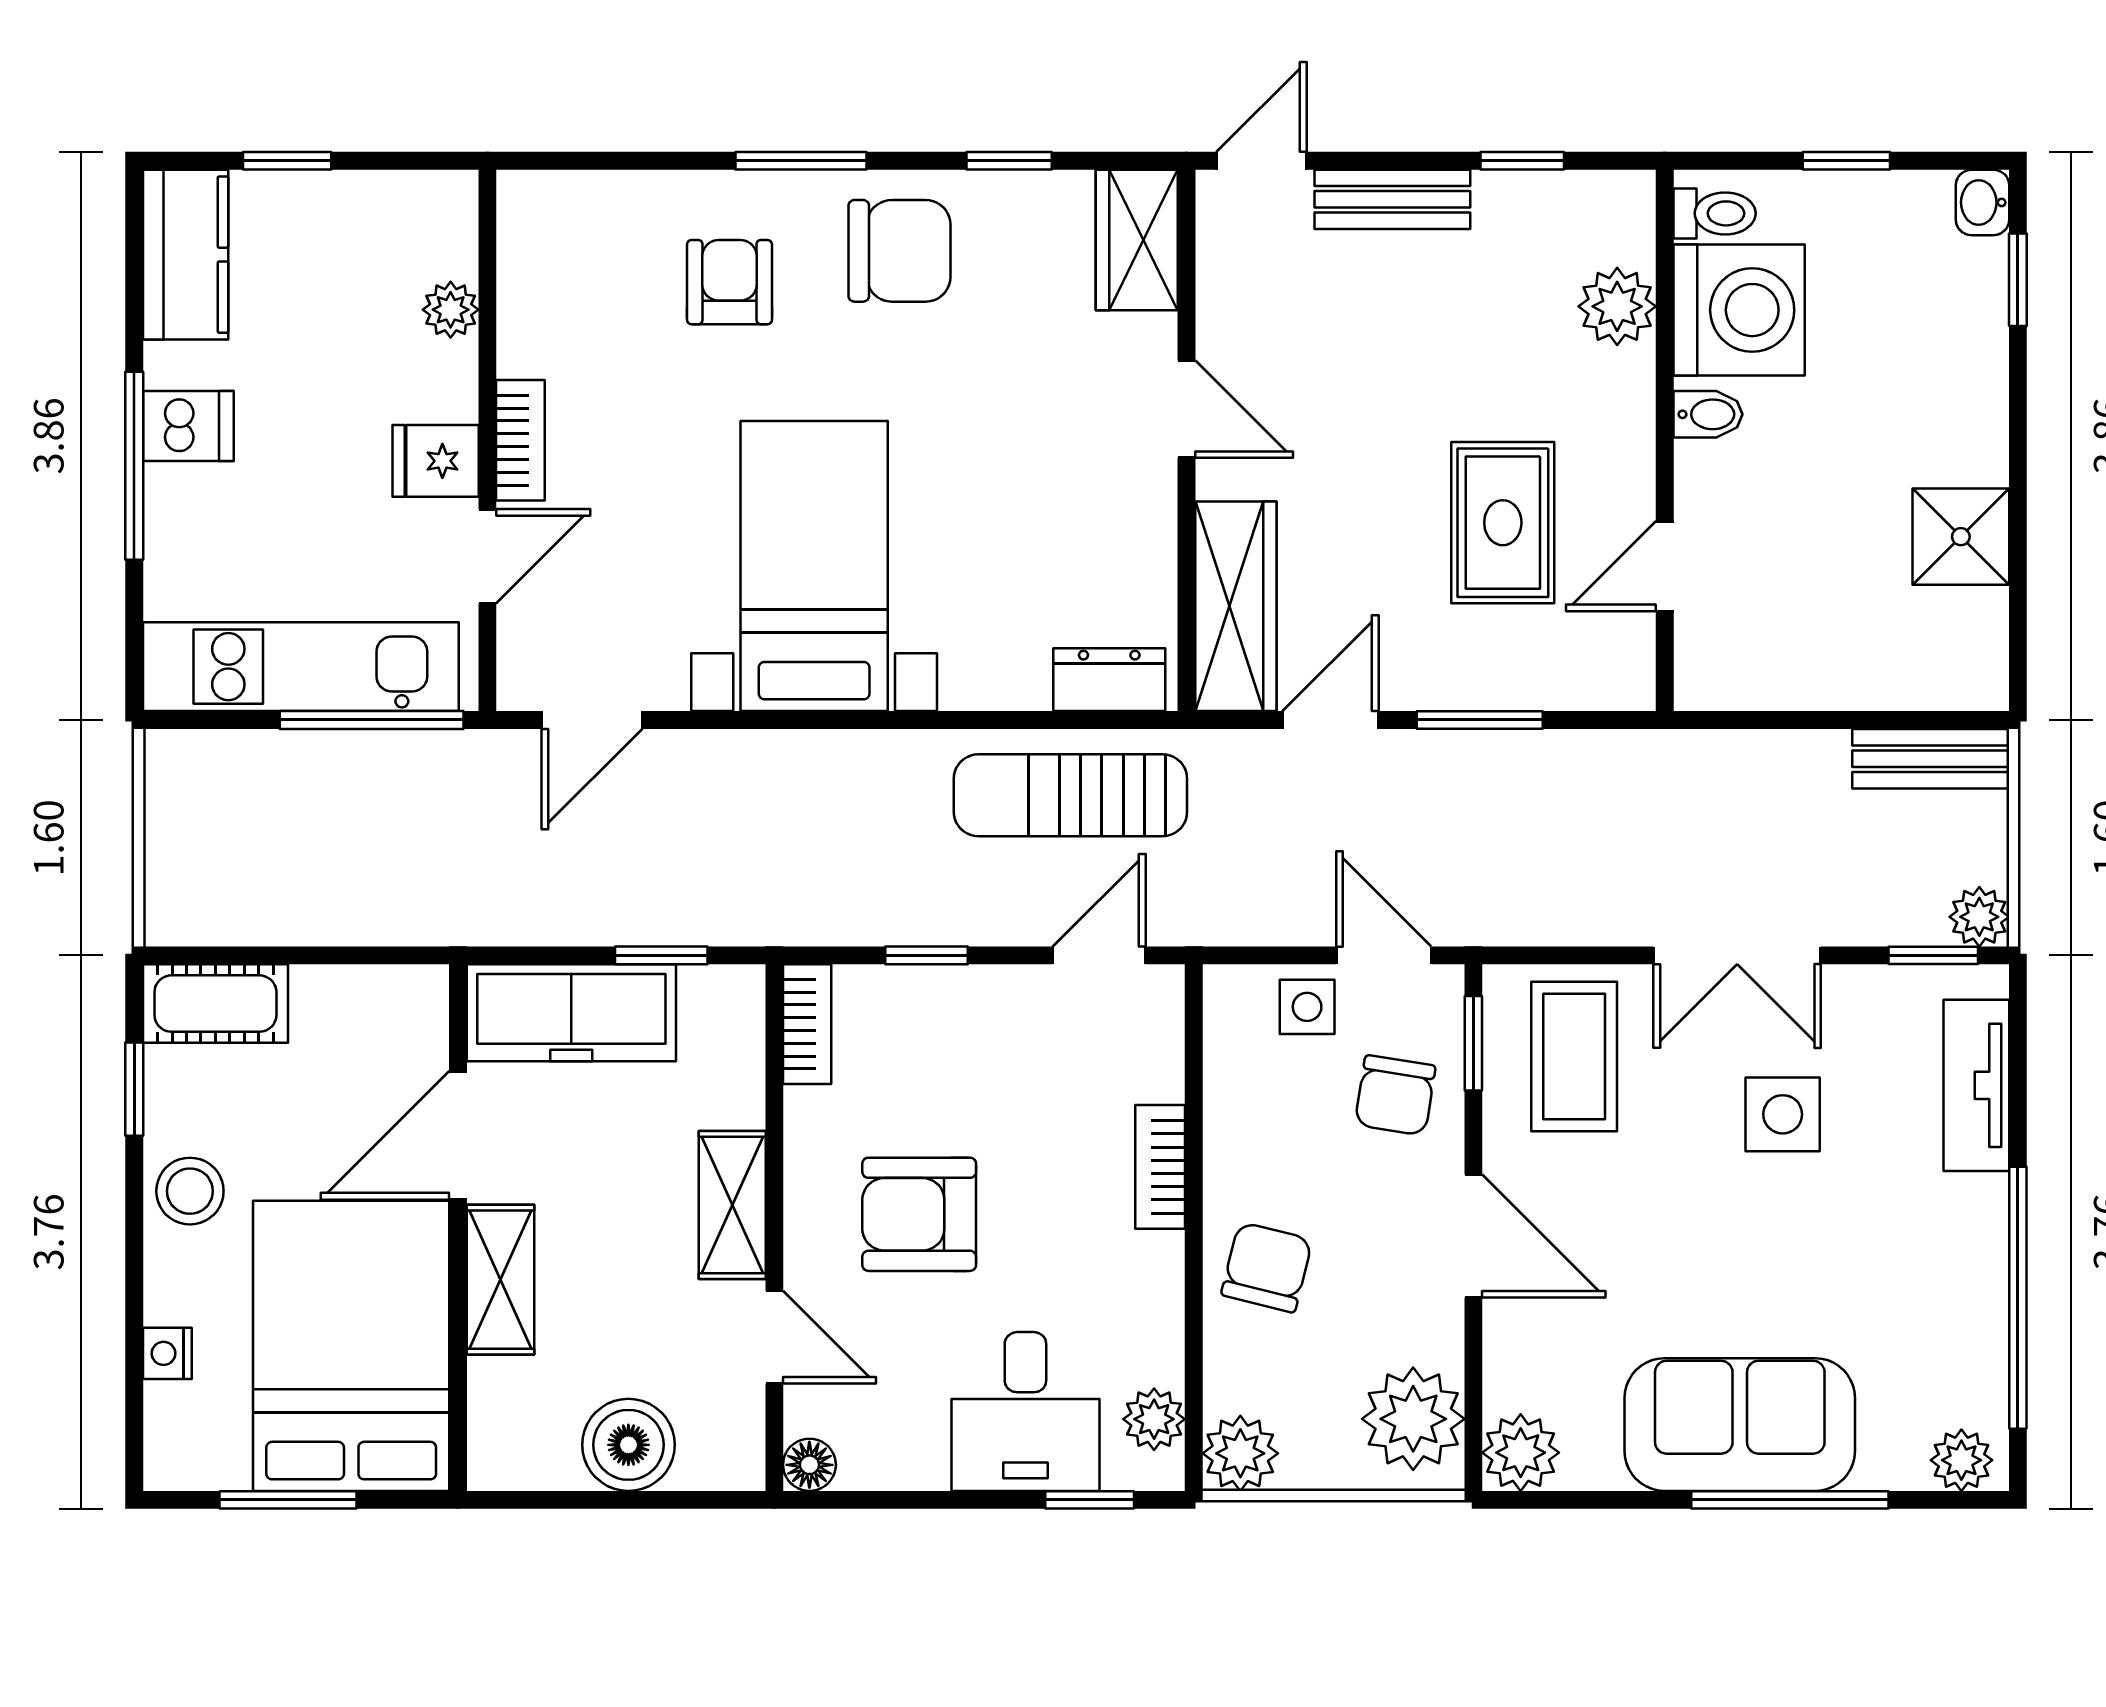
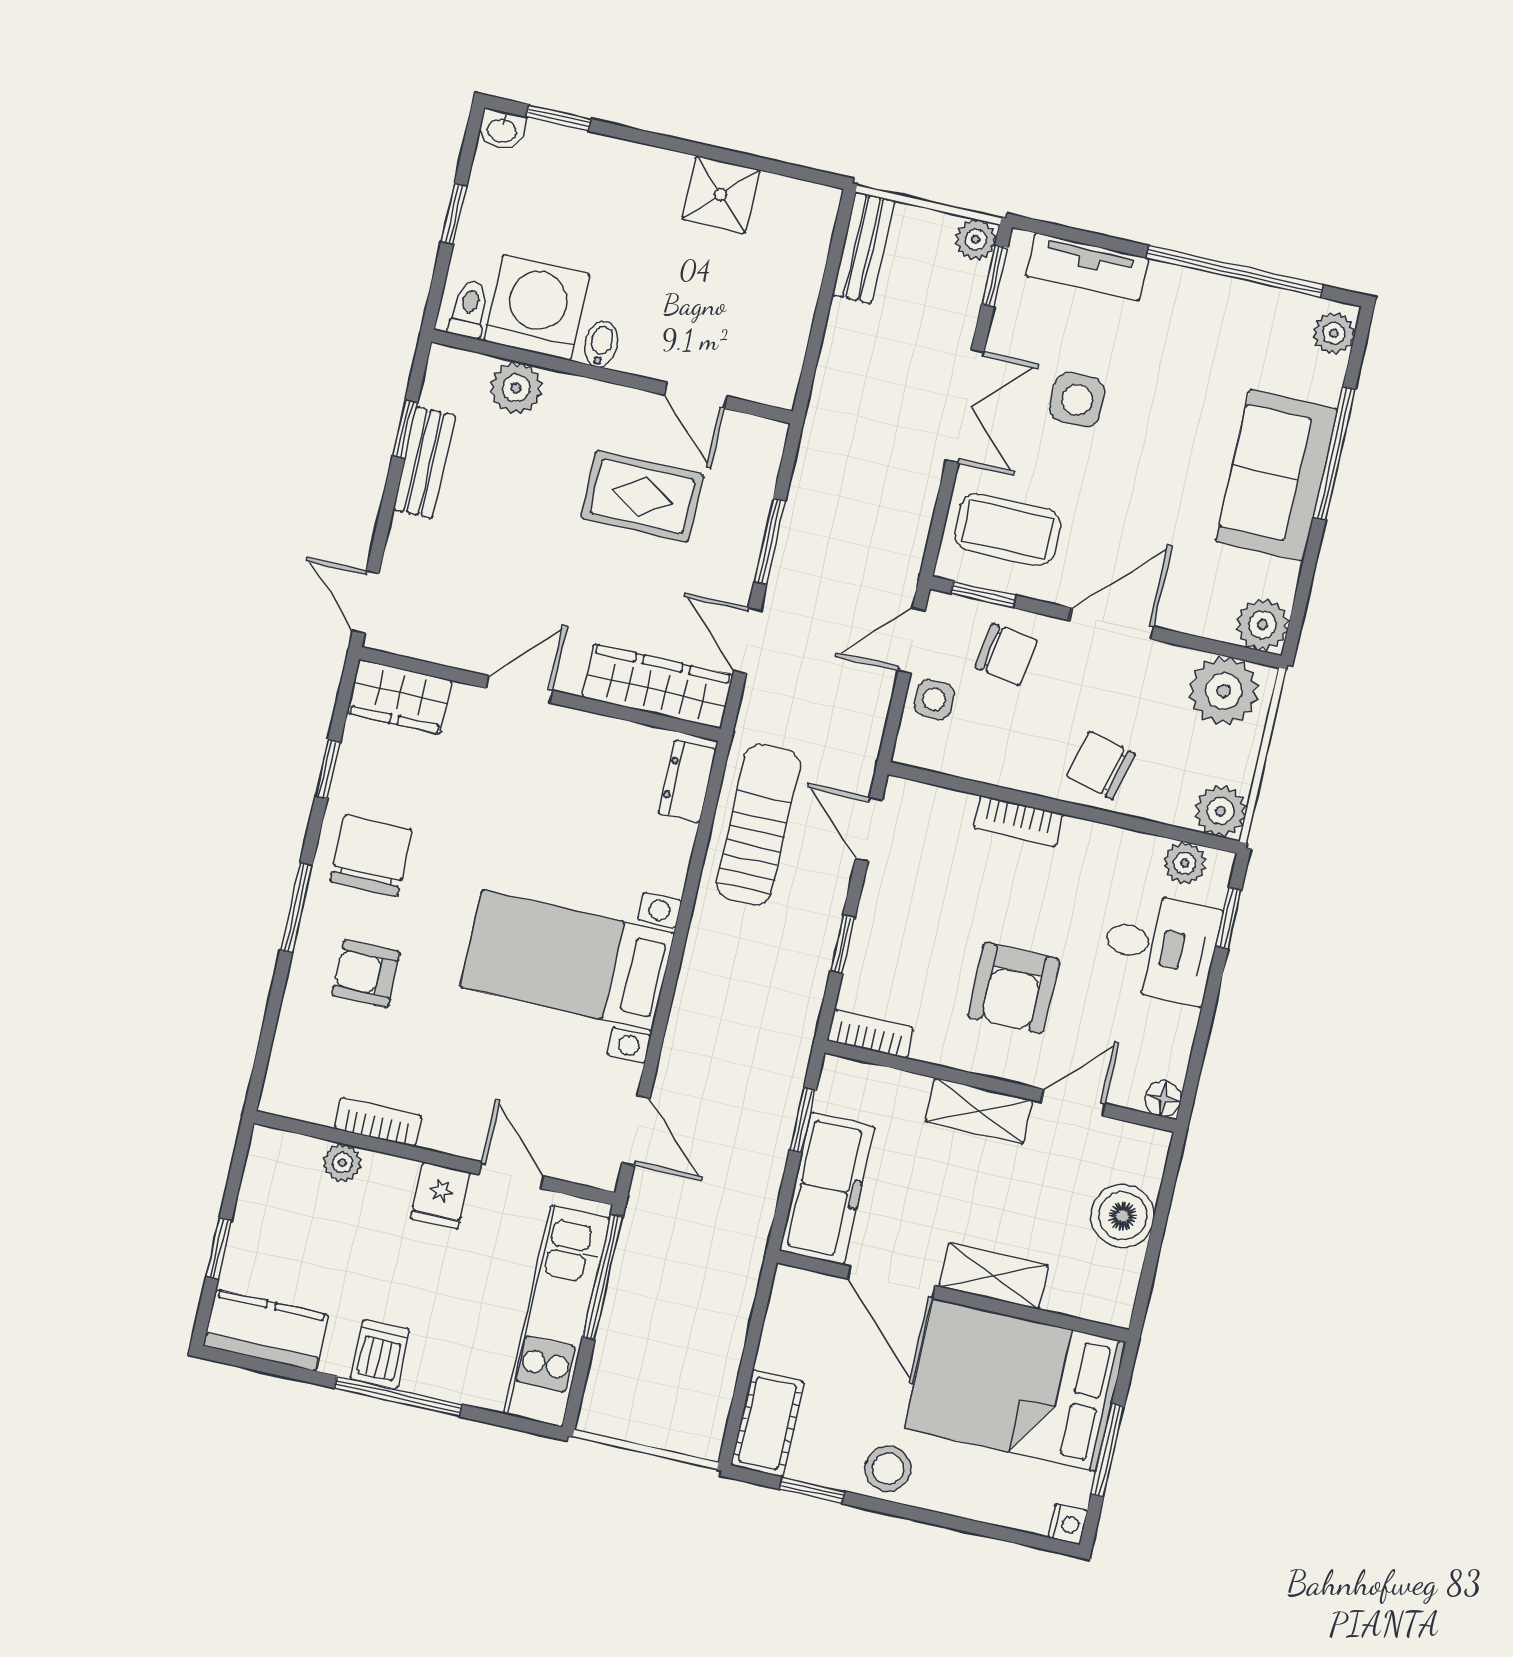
bench: (1392, 199) -> (424, 463), moved
bookcase: (520, 440) -> (378, 1122), moved
sun lounger: (1070, 795) -> (758, 825), turned 180
nightstand: (167, 1353) -> (1068, 1524), moved, turned -90

